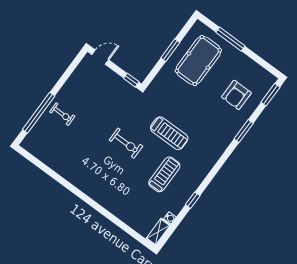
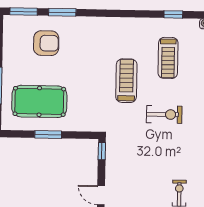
window: (244, 131) -> (62, 12), moved
exercise bike: (126, 143) -> (164, 114), turned 90
treadmill: (164, 174) -> (168, 58), turned -90

